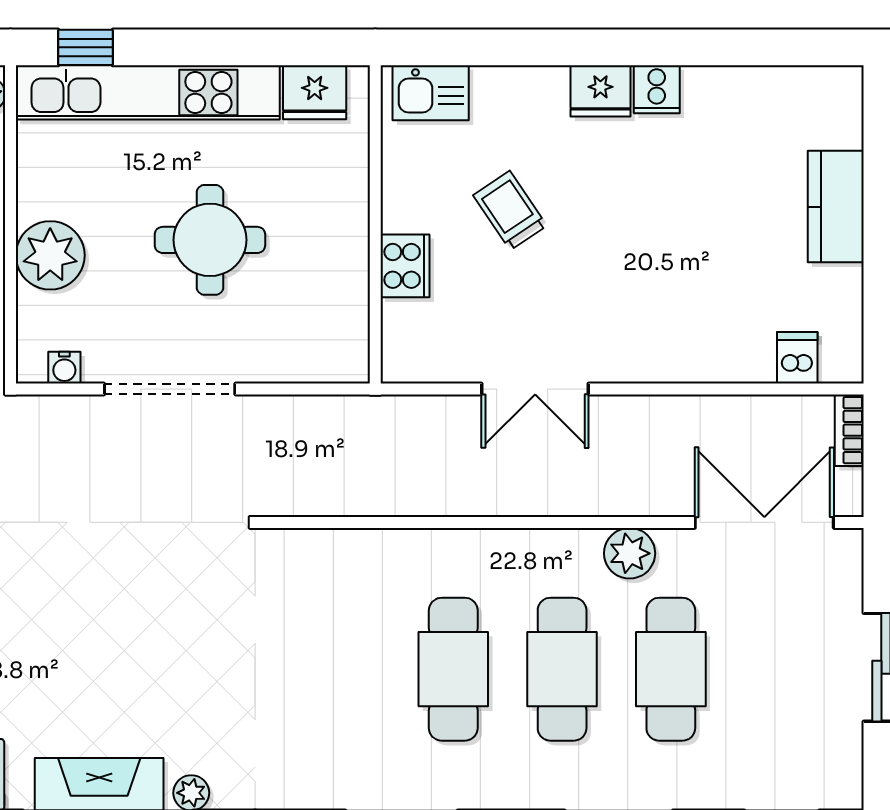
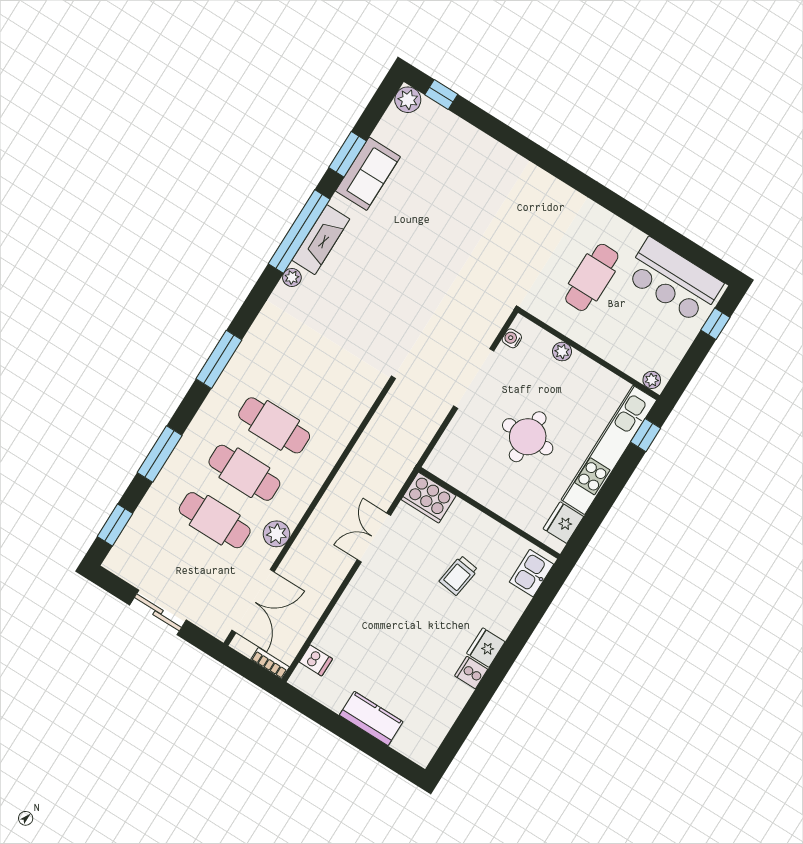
trolley: (510, 211) -> (458, 575), turned 132
plant: (50, 255) -> (562, 352), width x0.53, depth x0.53
cooker: (405, 266) -> (429, 498), moved, width x1.37, depth x1.31

